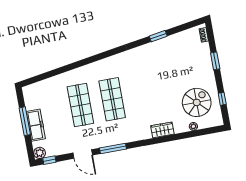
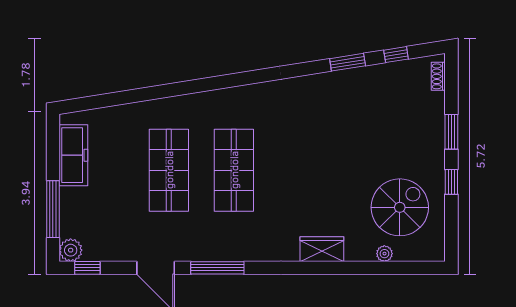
window: (181, 28) -> (396, 55), added
window: (222, 99) -> (451, 182), moved
window: (25, 121) -> (53, 209), moved
freezer: (36, 125) -> (73, 155), moved

